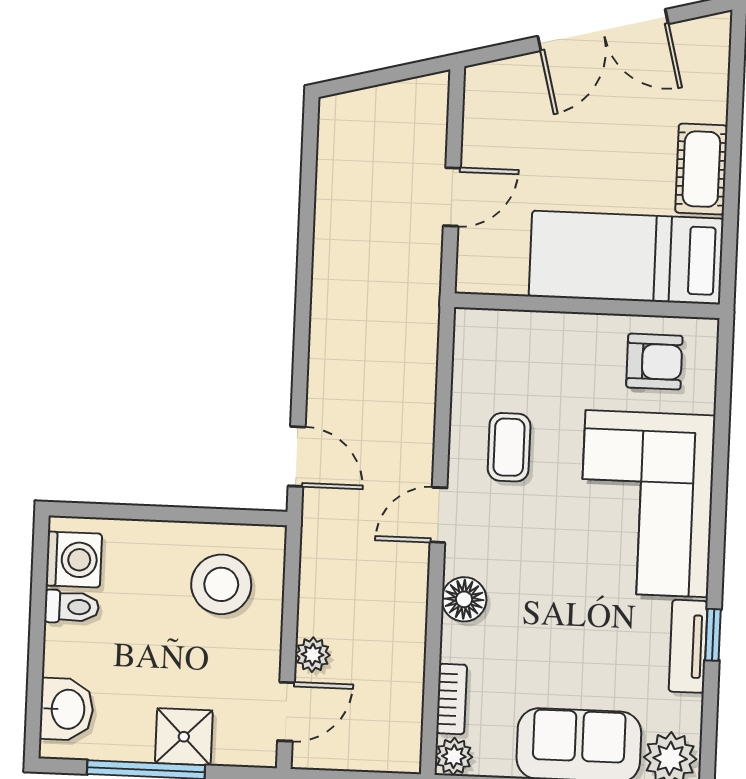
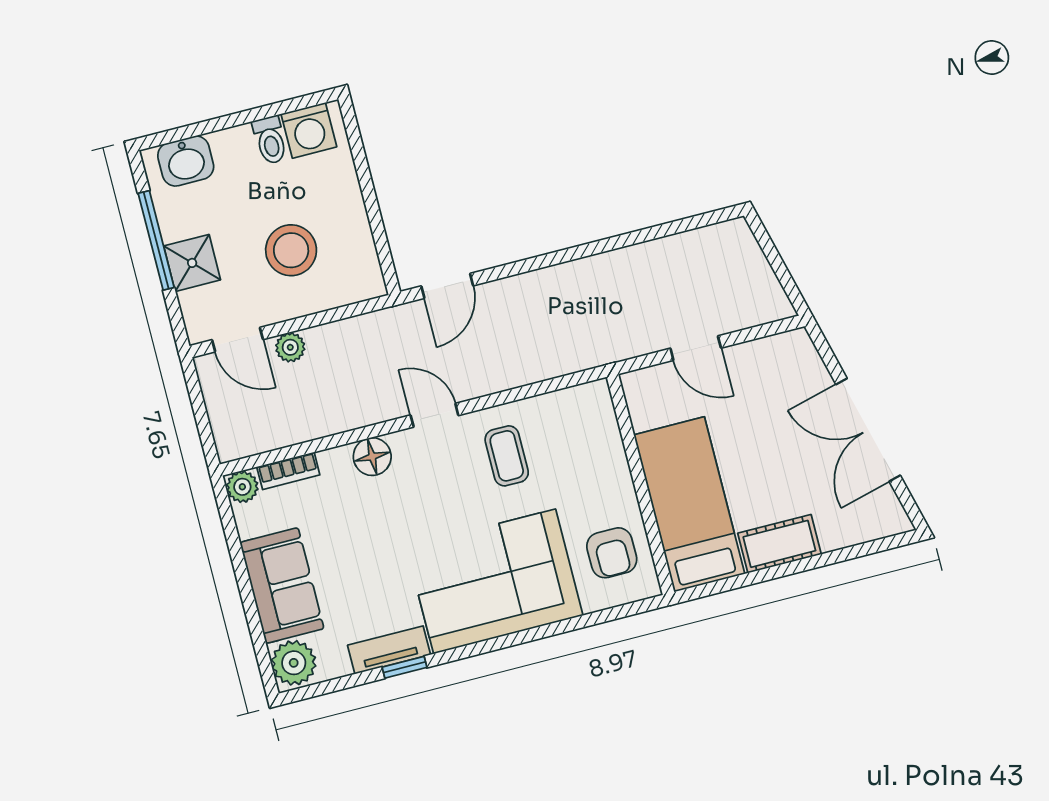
coffee table: (509, 447) -> (507, 456), turned 90
stool: (221, 584) -> (291, 250), moved

